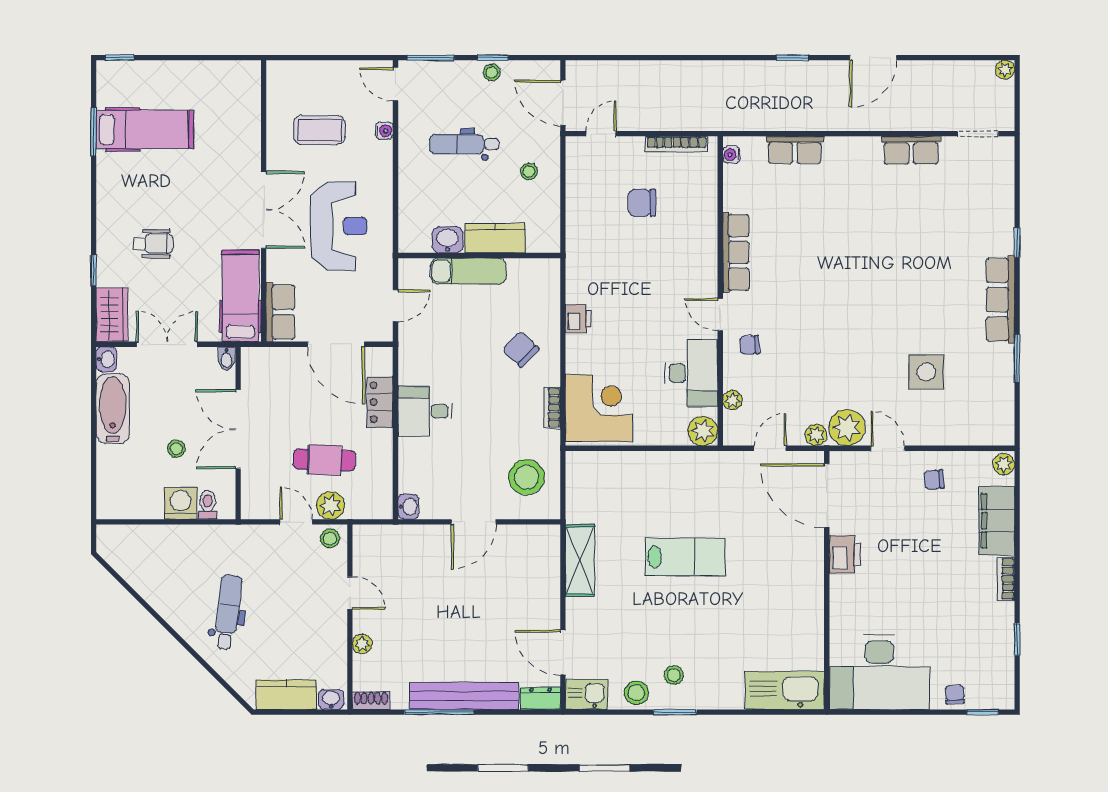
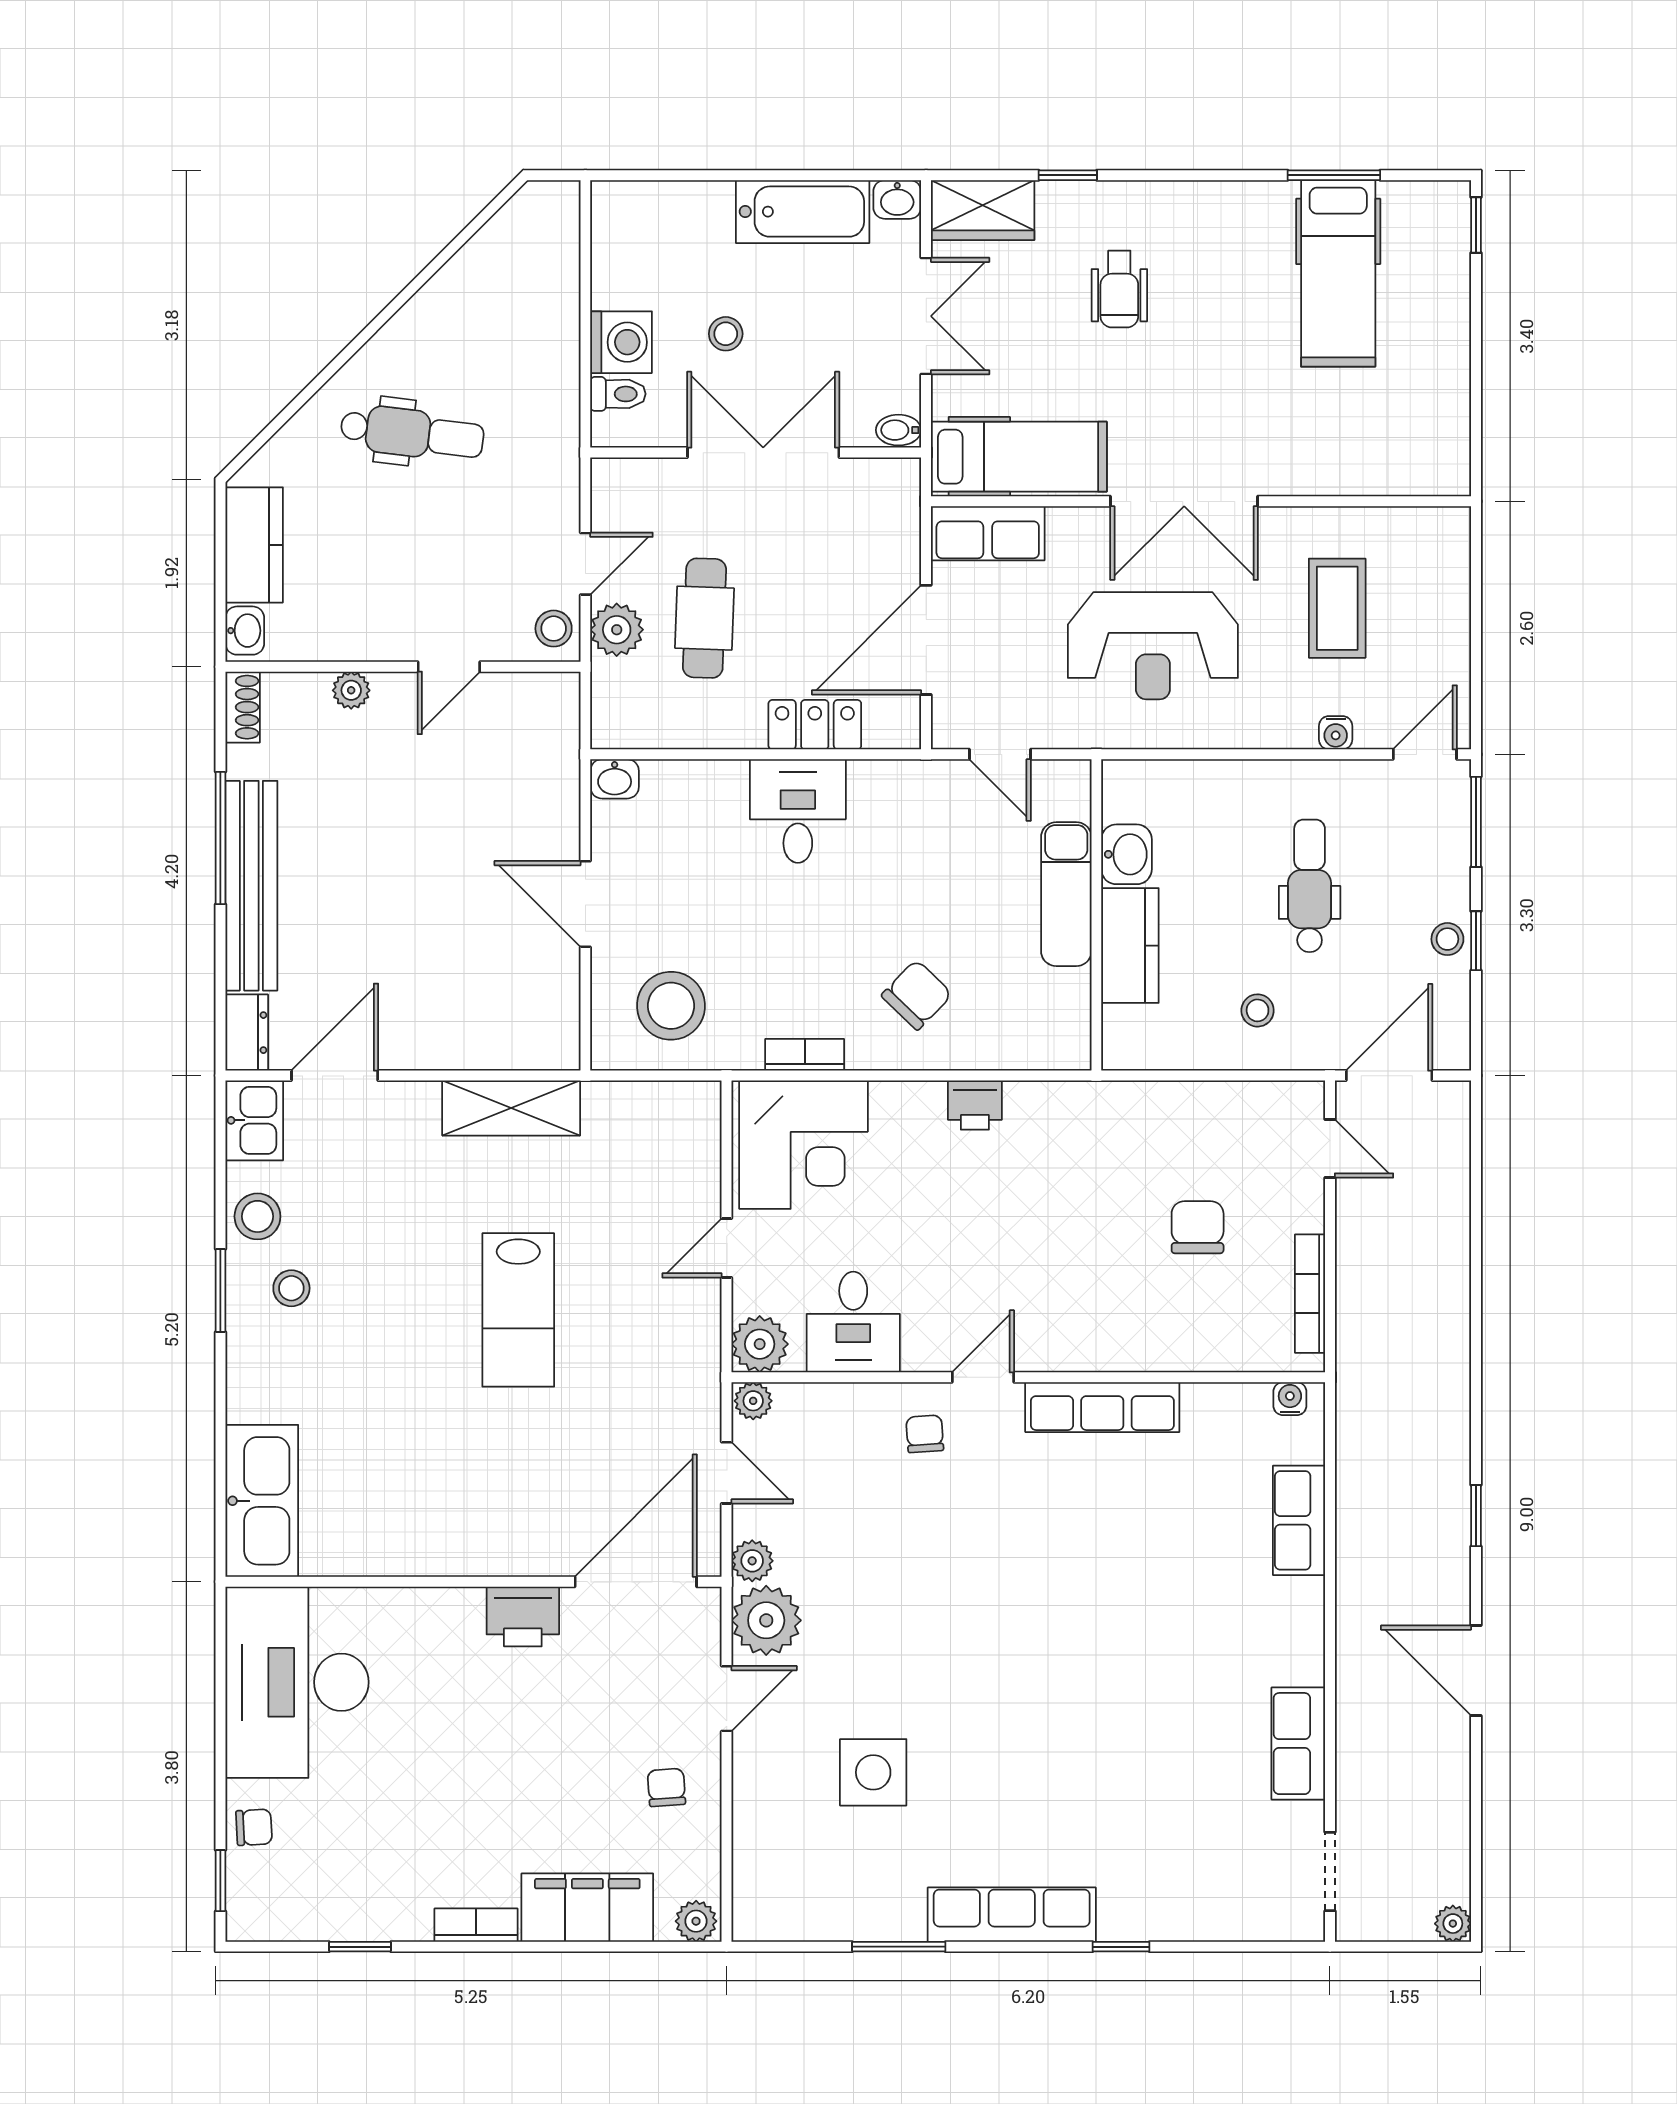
desk: (691, 373) -> (853, 1322), width x0.73
plant: (733, 400) -> (753, 1401), moved
door: (653, 448) -> (727, 1248), added

